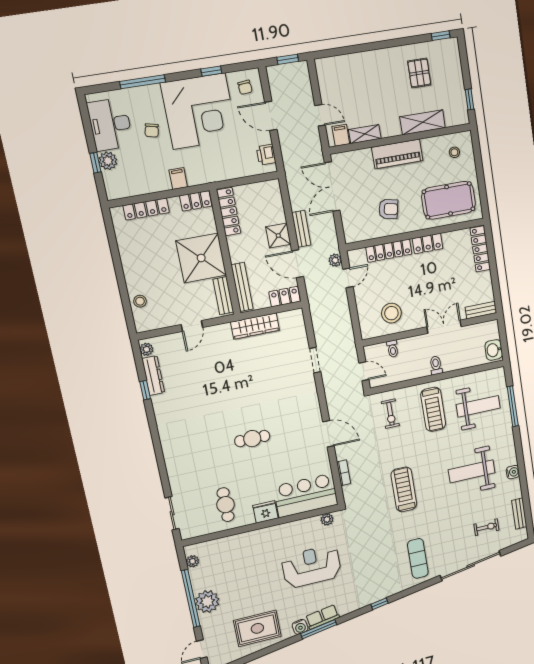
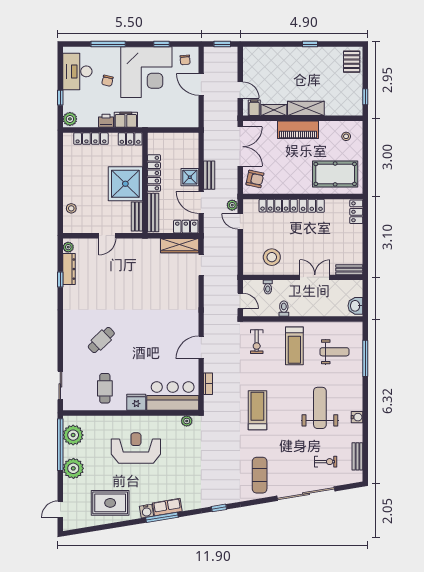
window: (441, 36) -> (310, 44), moved
pallet: (419, 73) -> (352, 62), moved
shelving: (423, 122) -> (306, 108), moved
printer: (266, 155) -> (106, 121), moved, turned 90
plant: (108, 161) -> (70, 119), moved
filing cabinet: (178, 179) -> (126, 120), width x2.00
double door: (332, 187) -> (240, 147), swing flipped
armchair: (388, 209) -> (255, 179), moved
locker: (229, 212) -> (154, 173), moved
locker: (480, 249) -> (356, 212), width x0.66
door: (348, 278) -> (240, 221), swing flipped
wardrobe: (255, 326) -> (180, 246), moved
doorway: (315, 360) -> (201, 265), moved
toilet: (436, 365) -> (284, 309), moved
weight bench: (478, 406) -> (334, 352), width x0.73, depth x0.75
door: (328, 434) -> (201, 347), swing flipped
cafe table: (252, 439) -> (101, 340), moved, turned -44
weight bench: (472, 471) -> (320, 408), turned 90
plant: (192, 561) -> (73, 435), width x1.88, depth x1.88
reception desk: (311, 566) -> (136, 448), moved
window: (191, 598) -> (60, 445), moved

